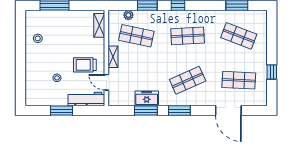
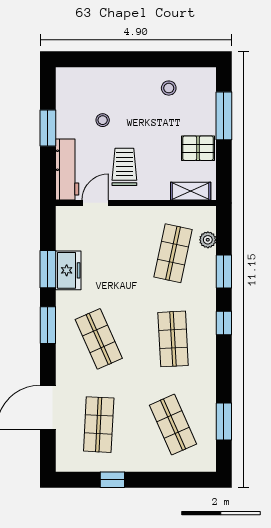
pallet: (74, 21) -> (198, 148), added
shop shelf: (239, 36) -> (173, 425), turned -45
shelving: (113, 57) -> (138, 214), removed

